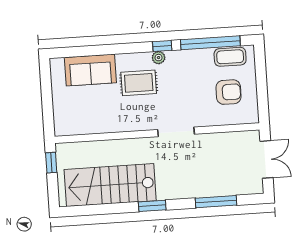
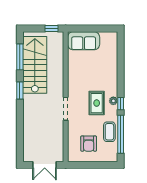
coffee table: (230, 57) -> (109, 132), moved
sofa: (90, 70) -> (84, 41), moved, turned -90
rug: (139, 83) -> (97, 103), moved
window: (216, 202) -> (20, 57), moved

